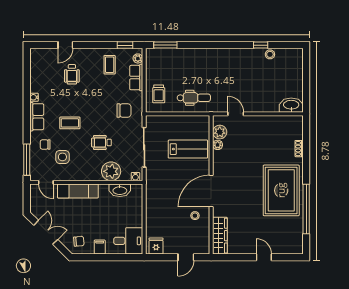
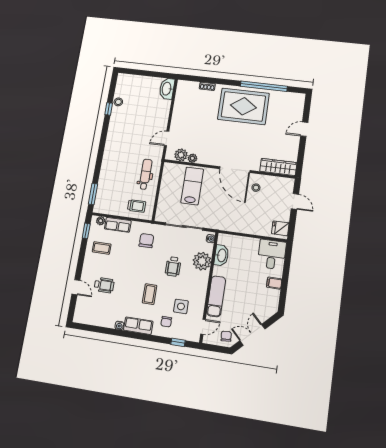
window: (27, 160) -> (178, 342), width x0.46
chair: (79, 241) -> (226, 336), moved

